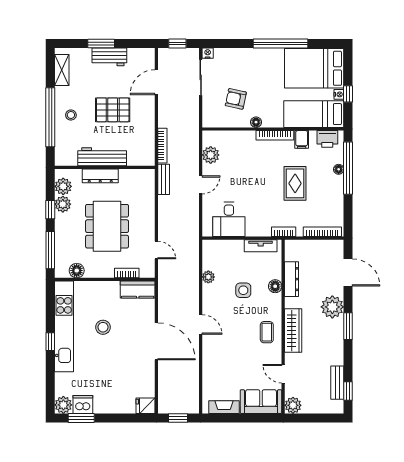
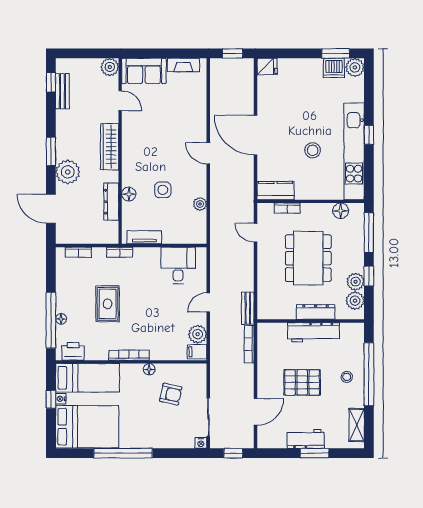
filing cabinet: (302, 139) -> (197, 352), moved, turned -90
bookcase: (322, 232) -> (78, 252), width x0.64
coffee table: (267, 332) -> (138, 145), removed

